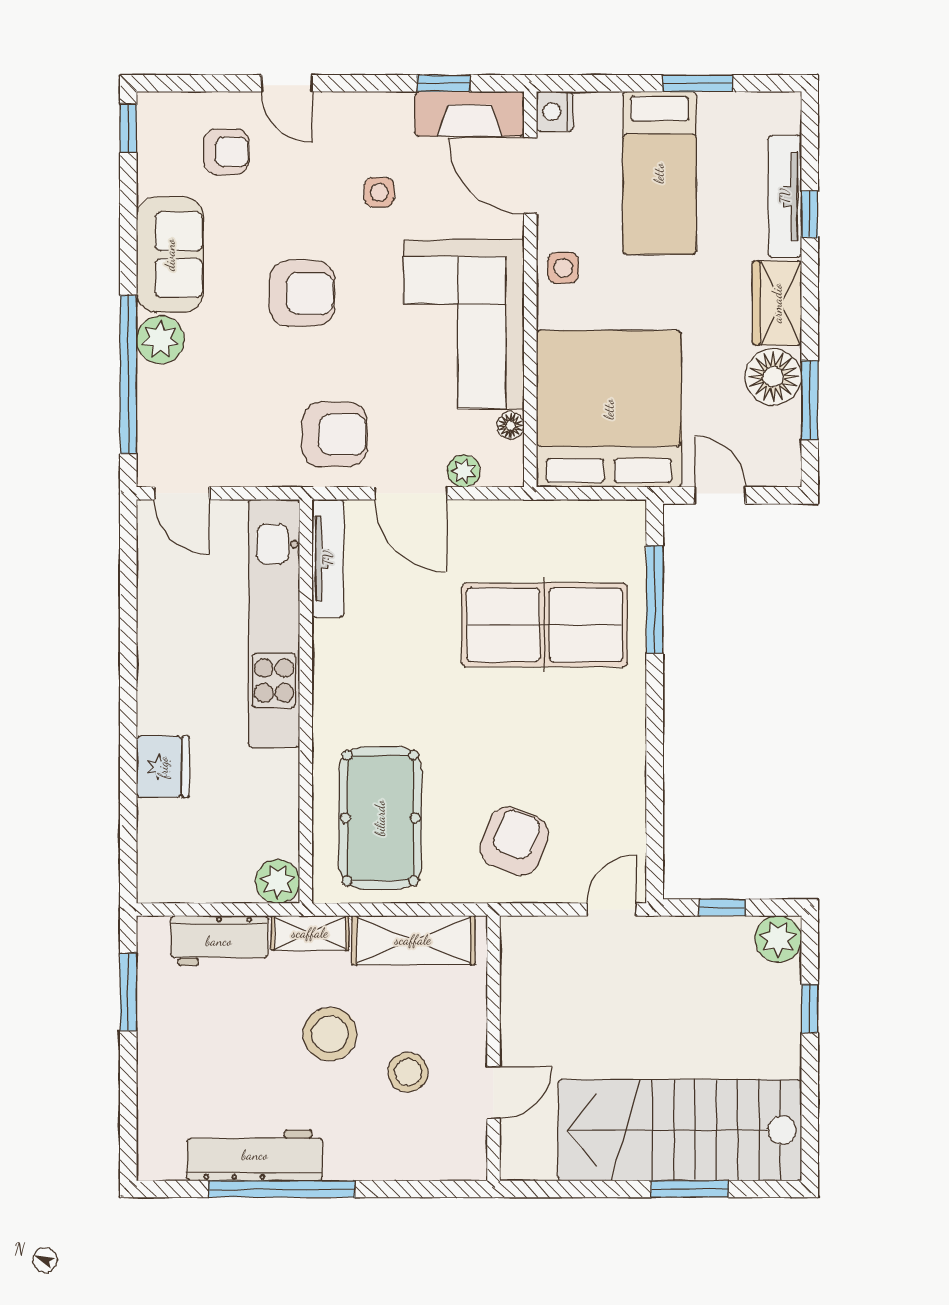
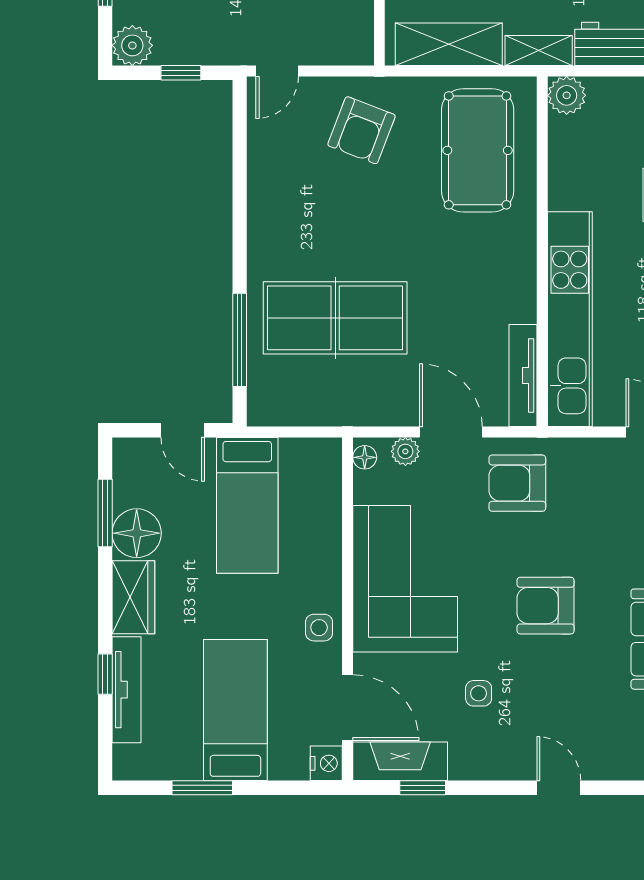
armchair: (226, 152) -> (611, 728), removed
bed: (609, 409) -> (247, 505), width x0.49
floor lamp: (510, 426) -> (365, 457), moved

